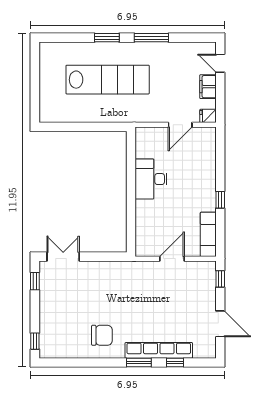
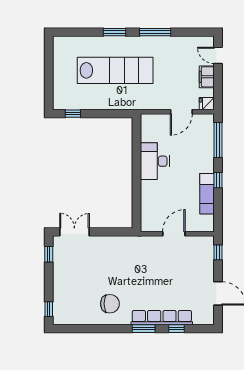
window: (61, 127) -> (73, 114), added
window: (220, 156) -> (218, 140), added
exam couch: (208, 234) -> (207, 194), moved

